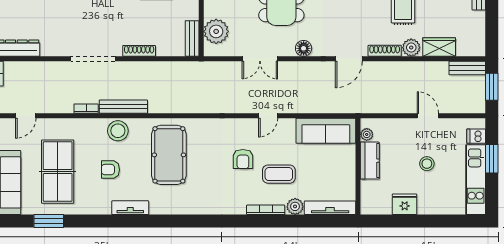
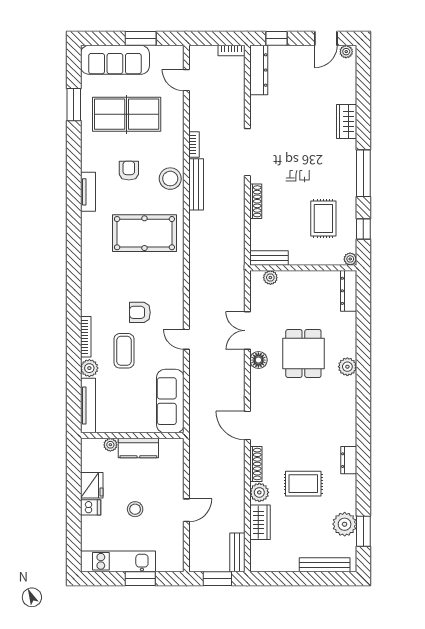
plant: (216, 31) -> (270, 278), width x0.53, depth x0.53
floor lamp: (304, 48) -> (258, 360), moved
plant: (367, 134) -> (110, 445), moved
dishwasher: (476, 136) -> (91, 507), moved, turned 90

